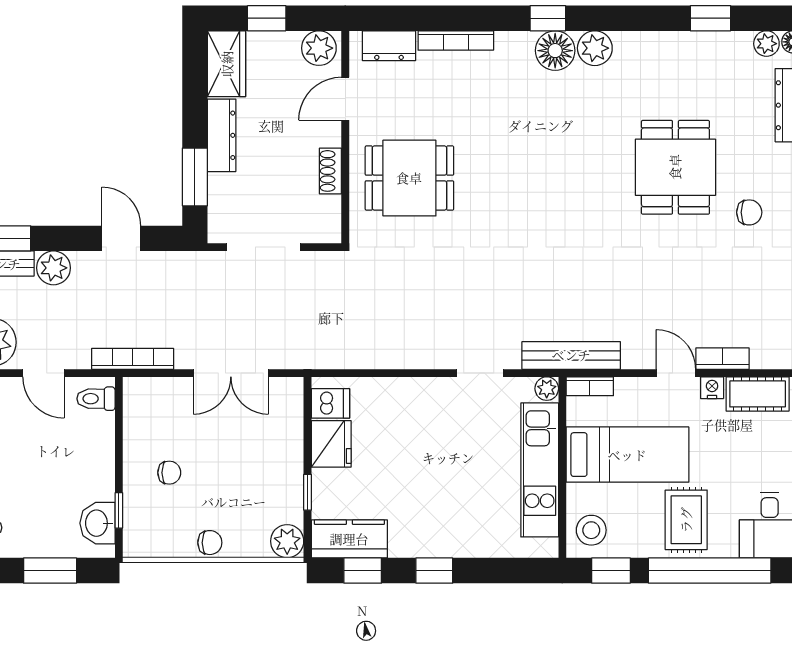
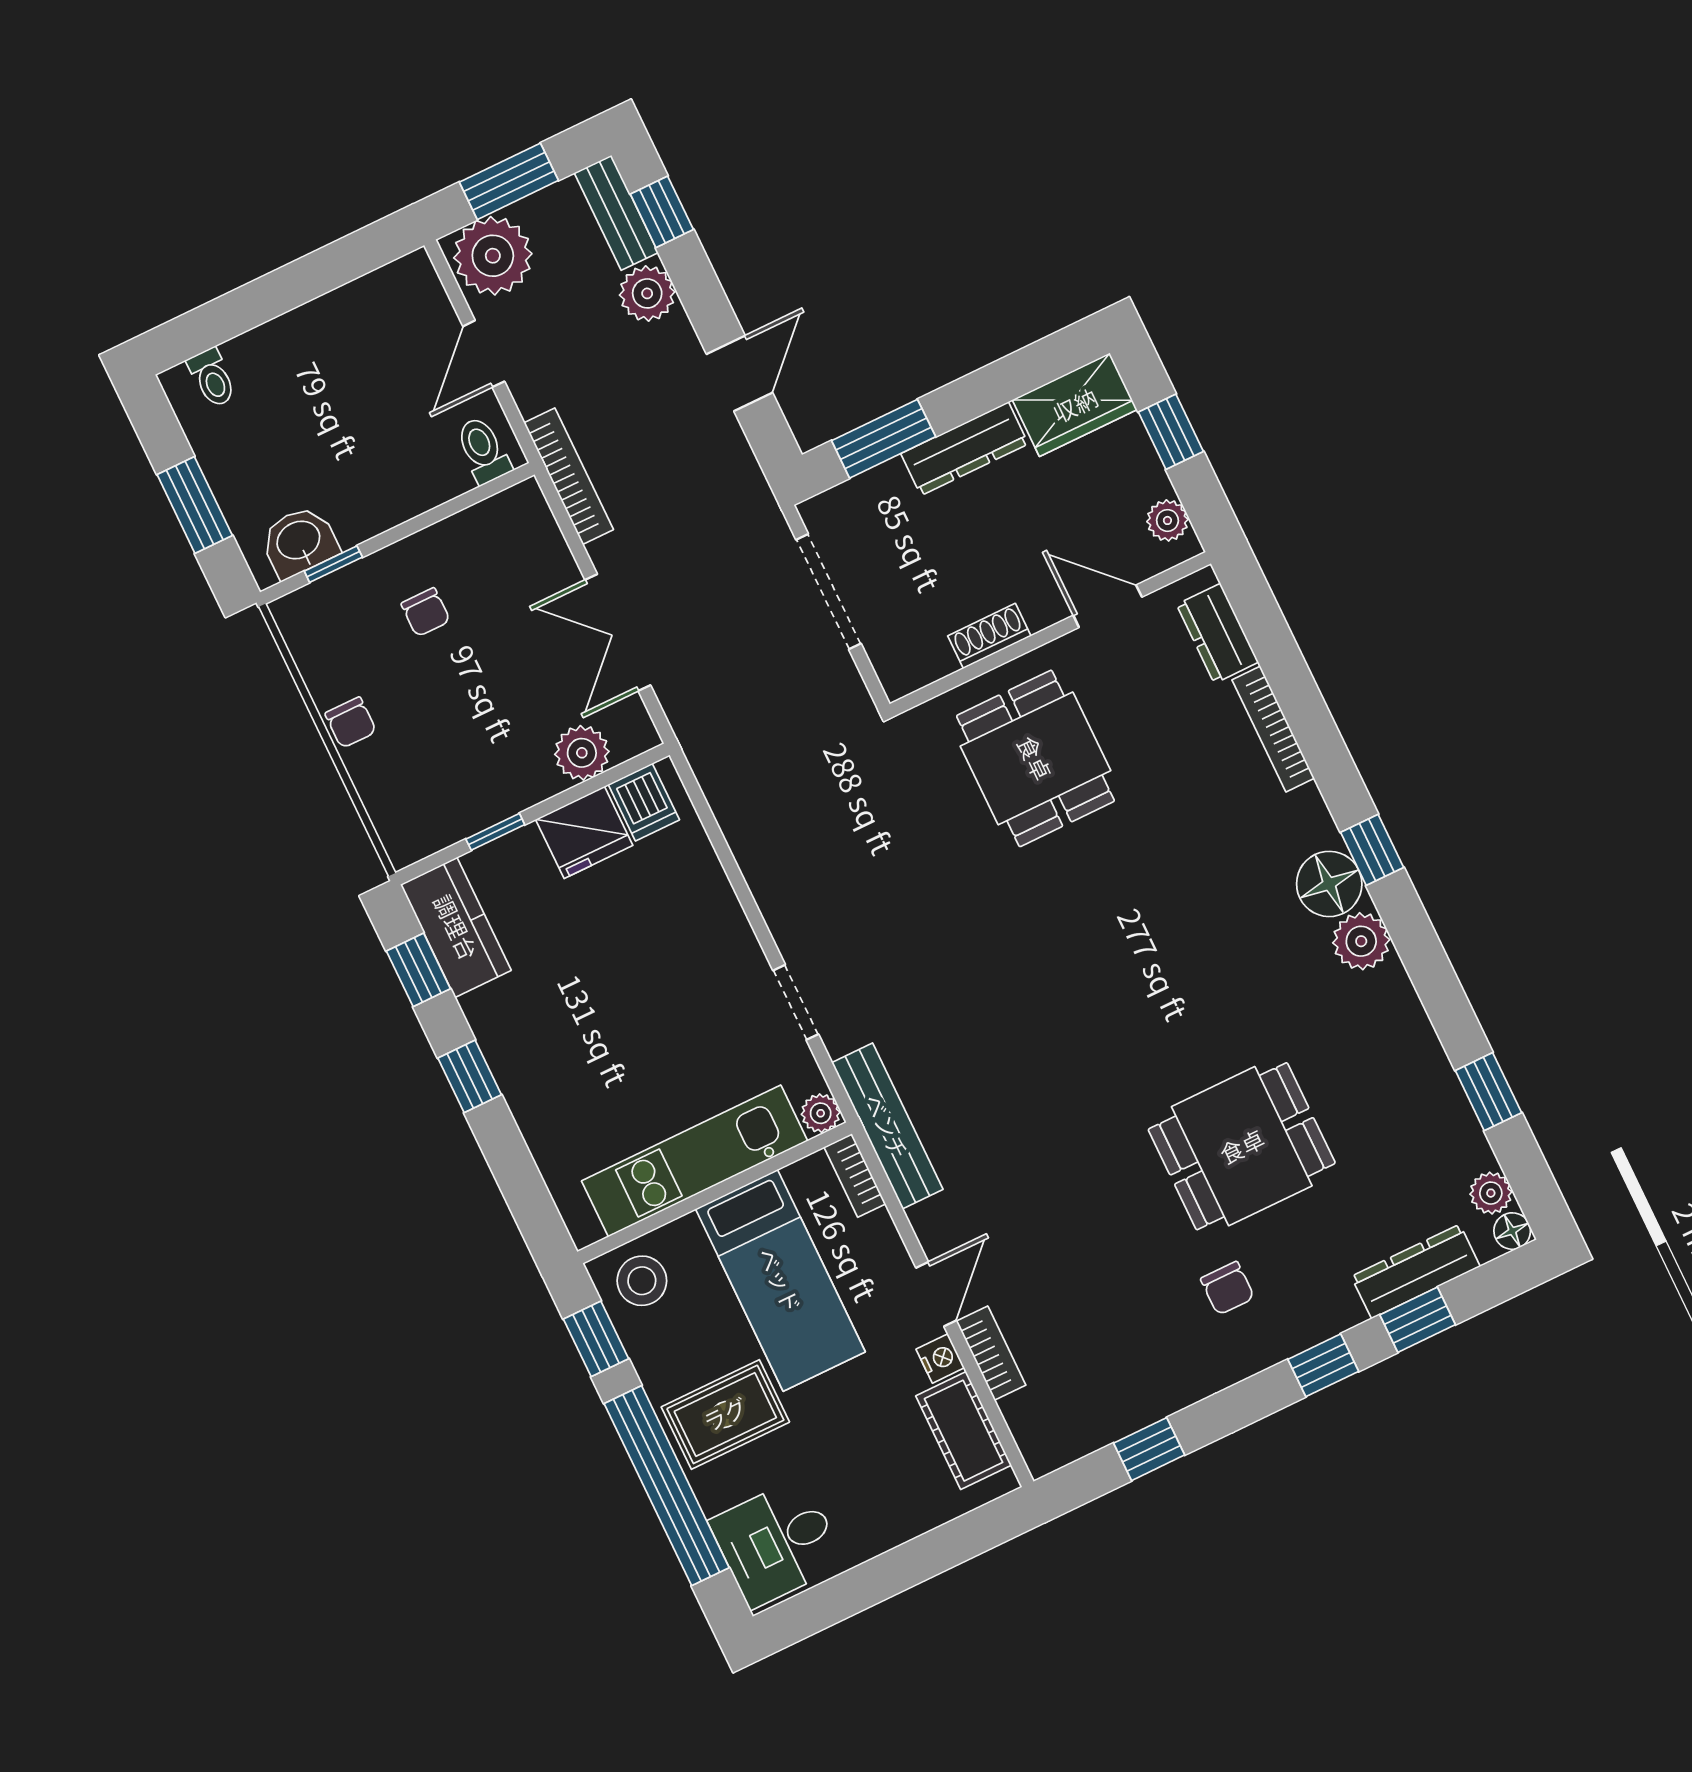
plant: (319, 48) -> (1167, 520), width x0.73, depth x0.73
plant: (287, 541) -> (582, 753), moved

